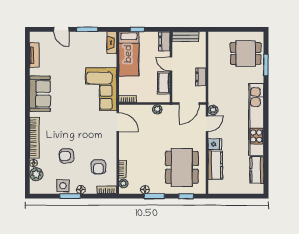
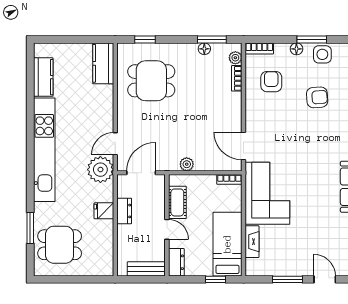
fireplace: (112, 43) -> (252, 242), moved
plant: (213, 110) -> (100, 170), width x1.87, depth x1.87
fridge: (215, 144) -> (104, 211), moved
kitchen counter: (215, 165) -> (103, 63), moved
dining table: (182, 167) -> (151, 81), width x0.73
window: (154, 196) -> (212, 39), moved

